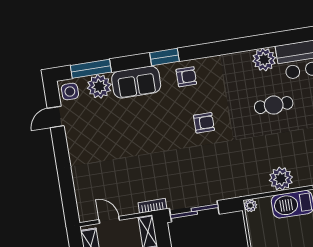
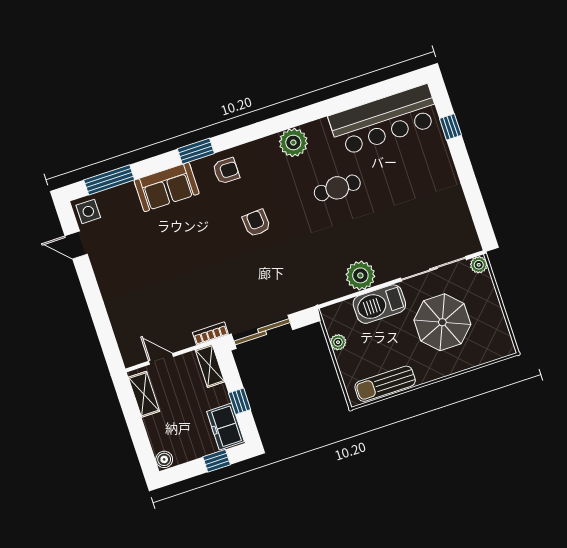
plant: (264, 60) -> (293, 142), moved
plant: (99, 86) -> (123, 200), removed
door: (56, 117) -> (76, 245), hinge flipped
armchair: (204, 123) -> (256, 223), turned -94
plant: (250, 206) -> (338, 342), moved

